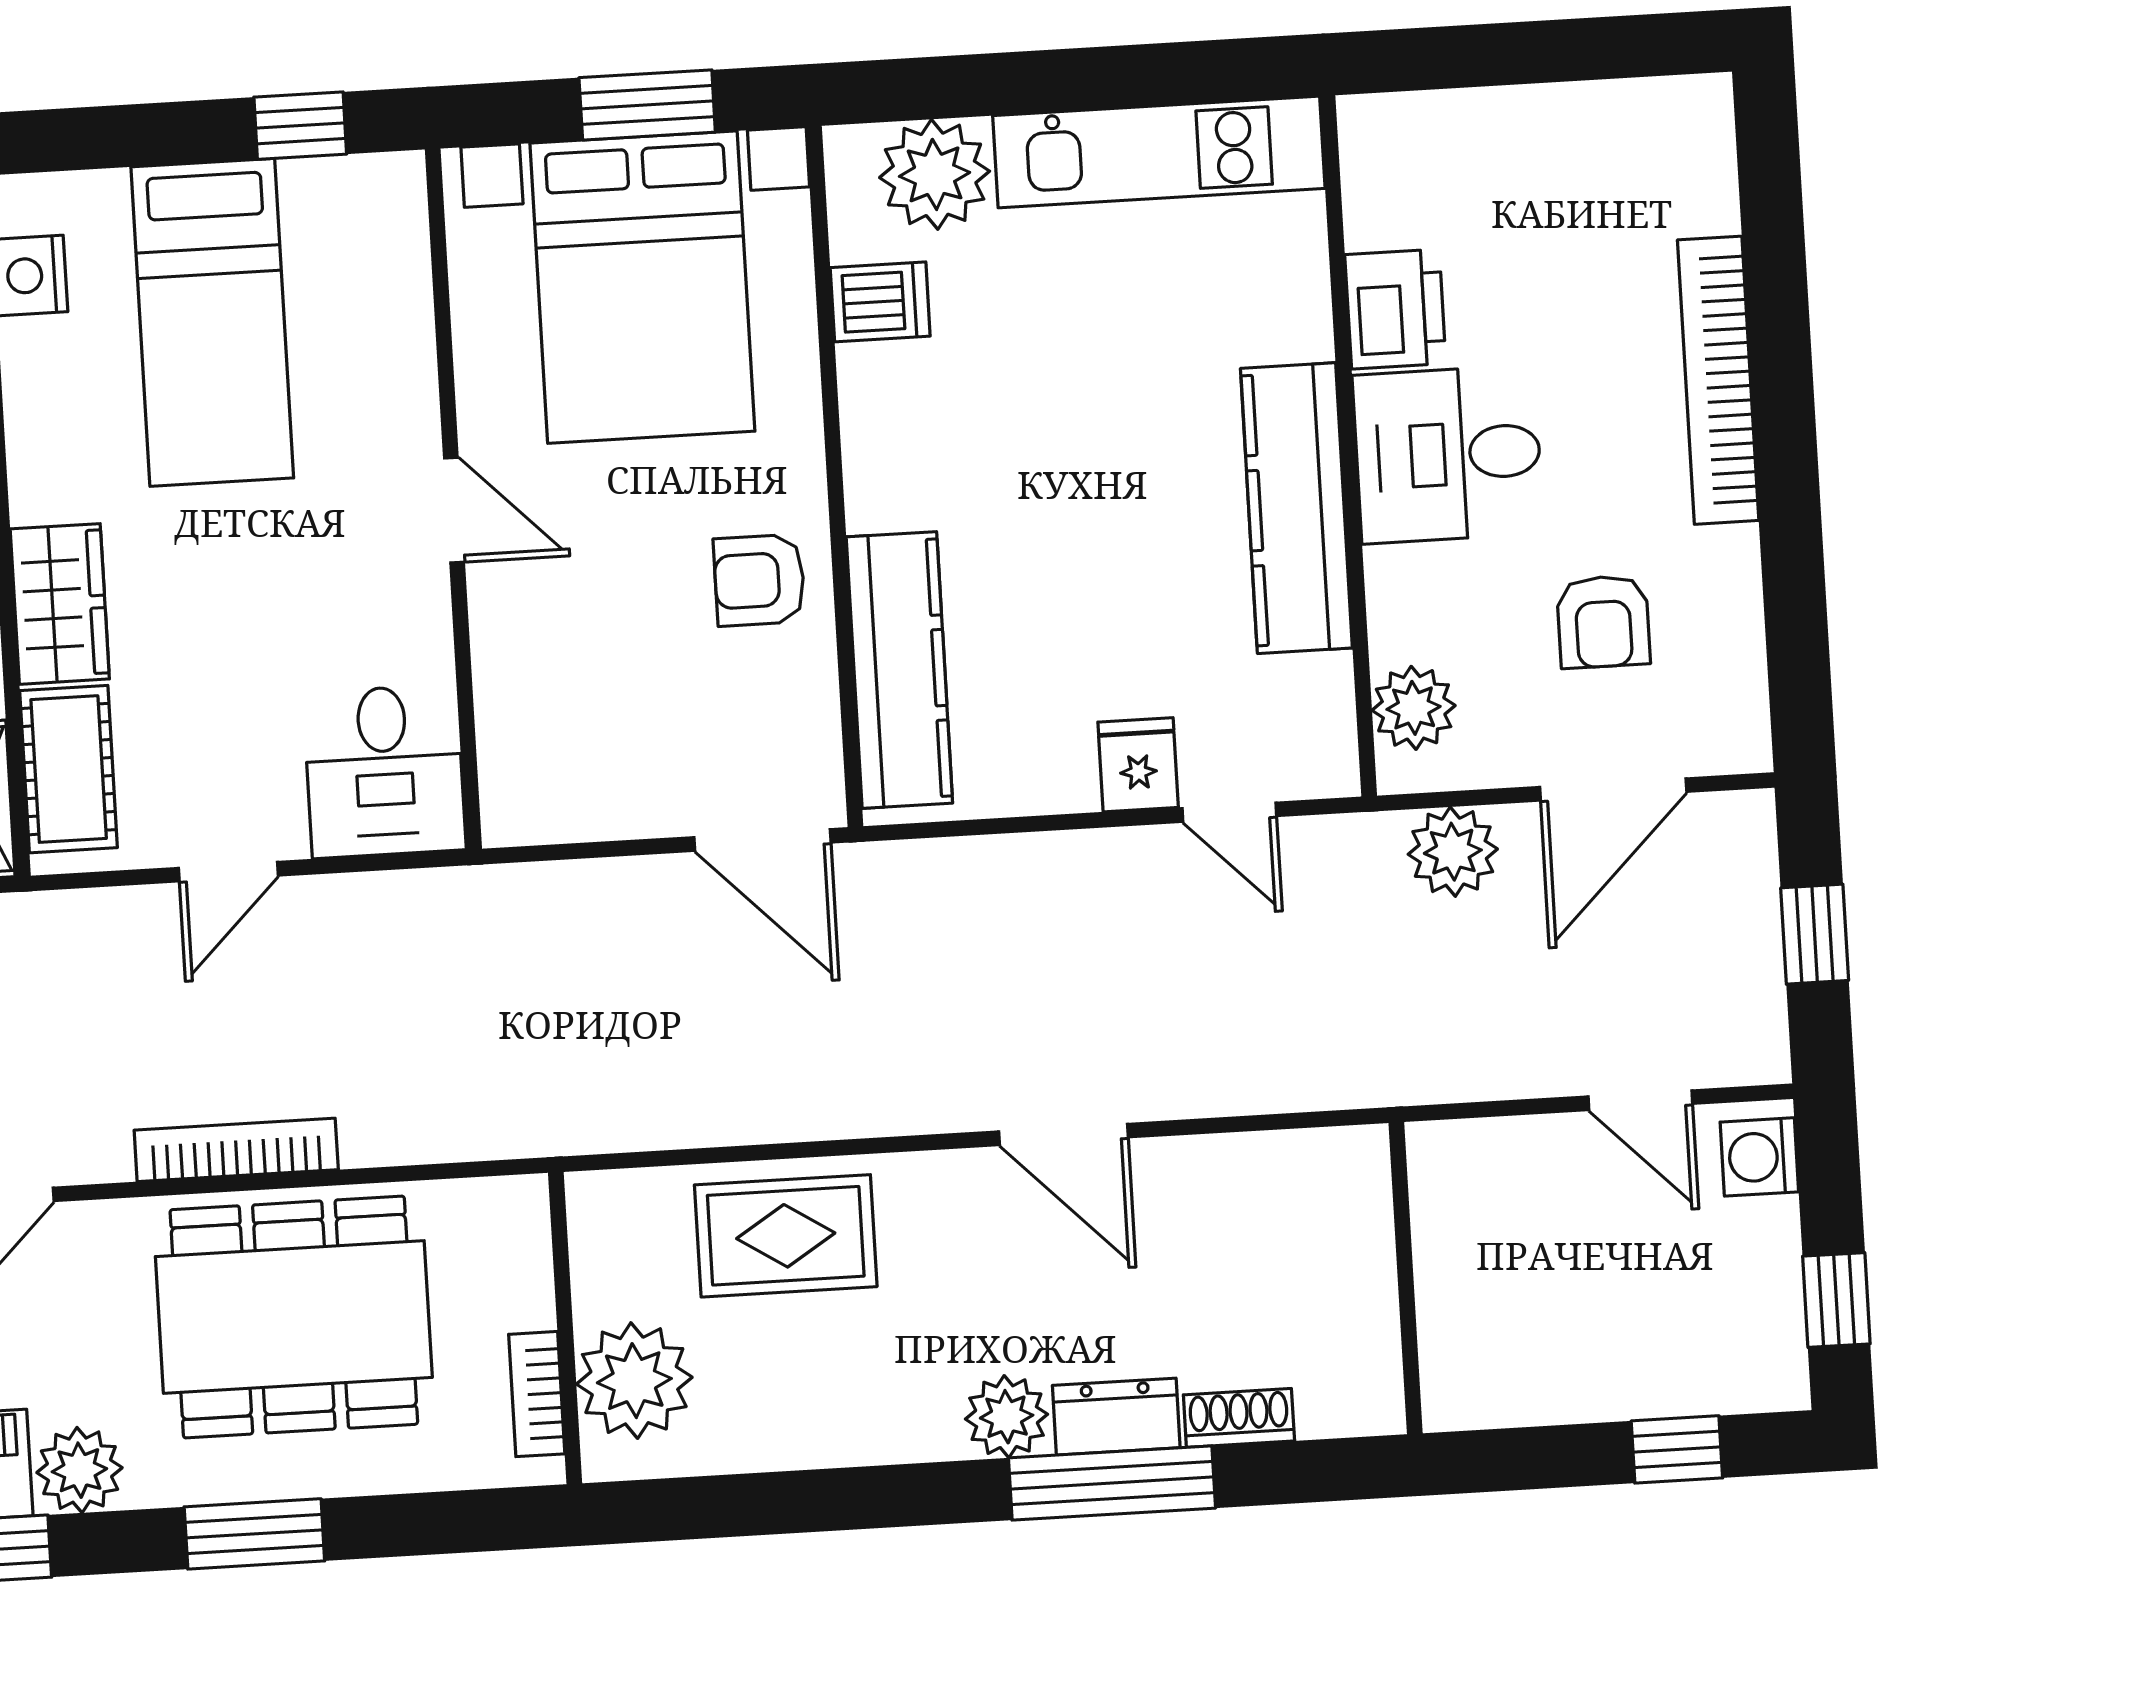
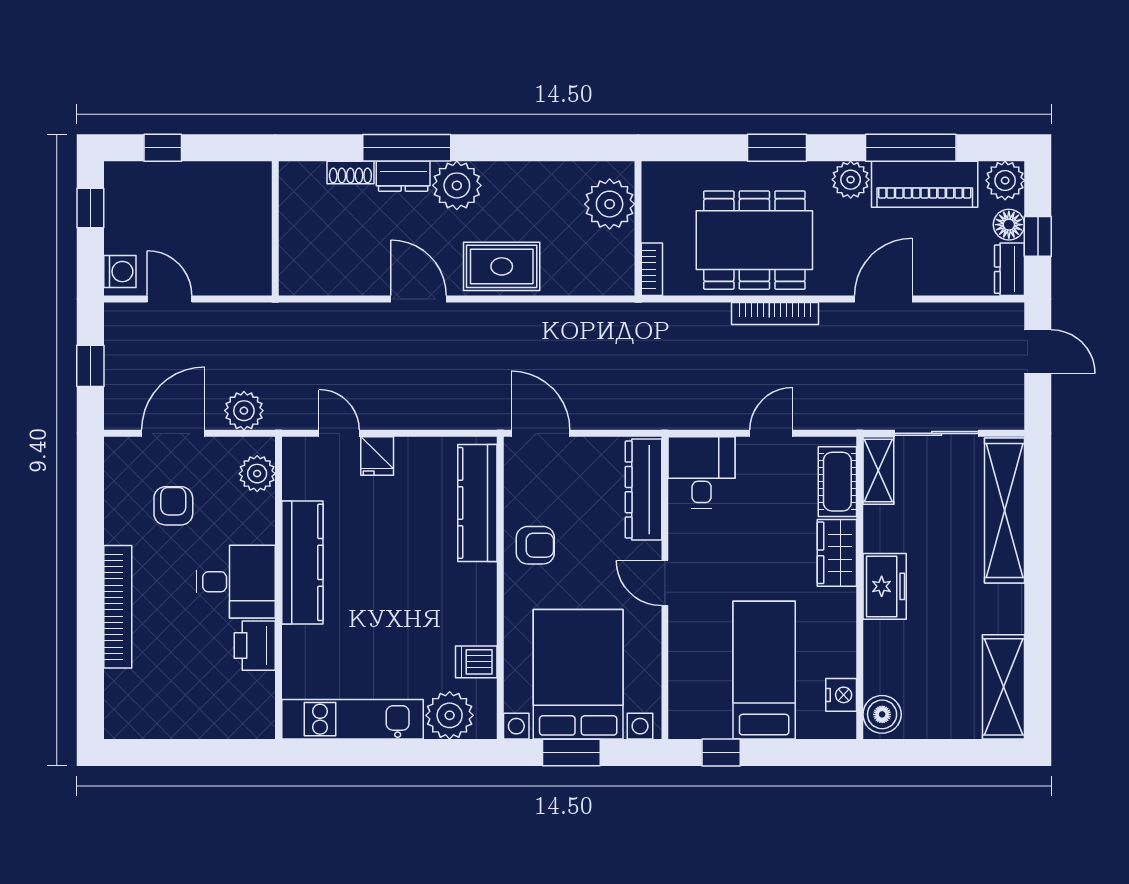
dresser: (517, 724) -> (643, 490), added
rug: (786, 1236) -> (502, 266), moved
bookcase: (537, 1394) -> (652, 269), moved
plant: (1007, 1417) -> (457, 185), width x1.36, depth x1.36

